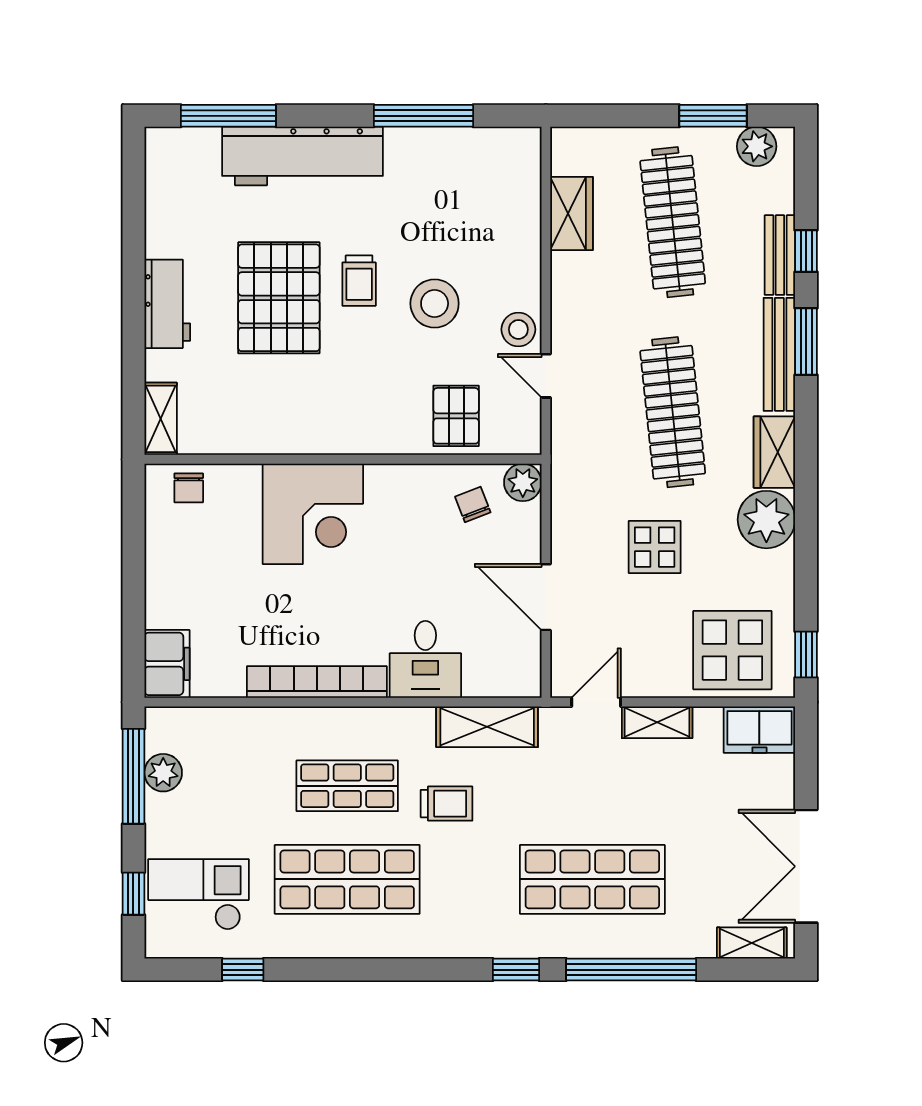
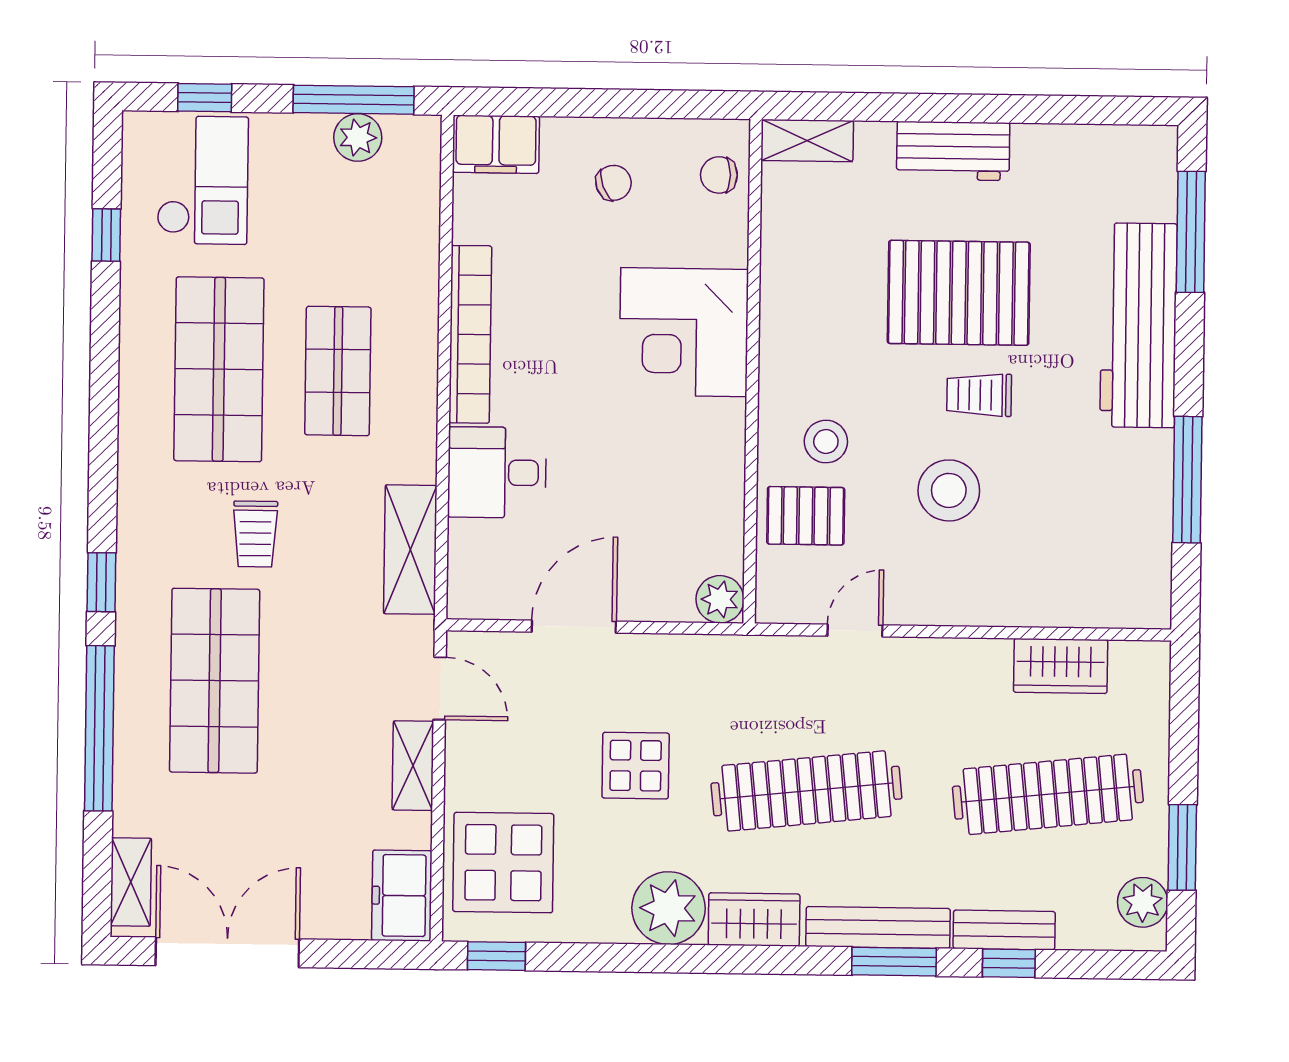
stool: (518, 329) -> (826, 442), moved
chair: (473, 504) -> (614, 183), moved
trolley: (447, 804) -> (255, 534), moved

